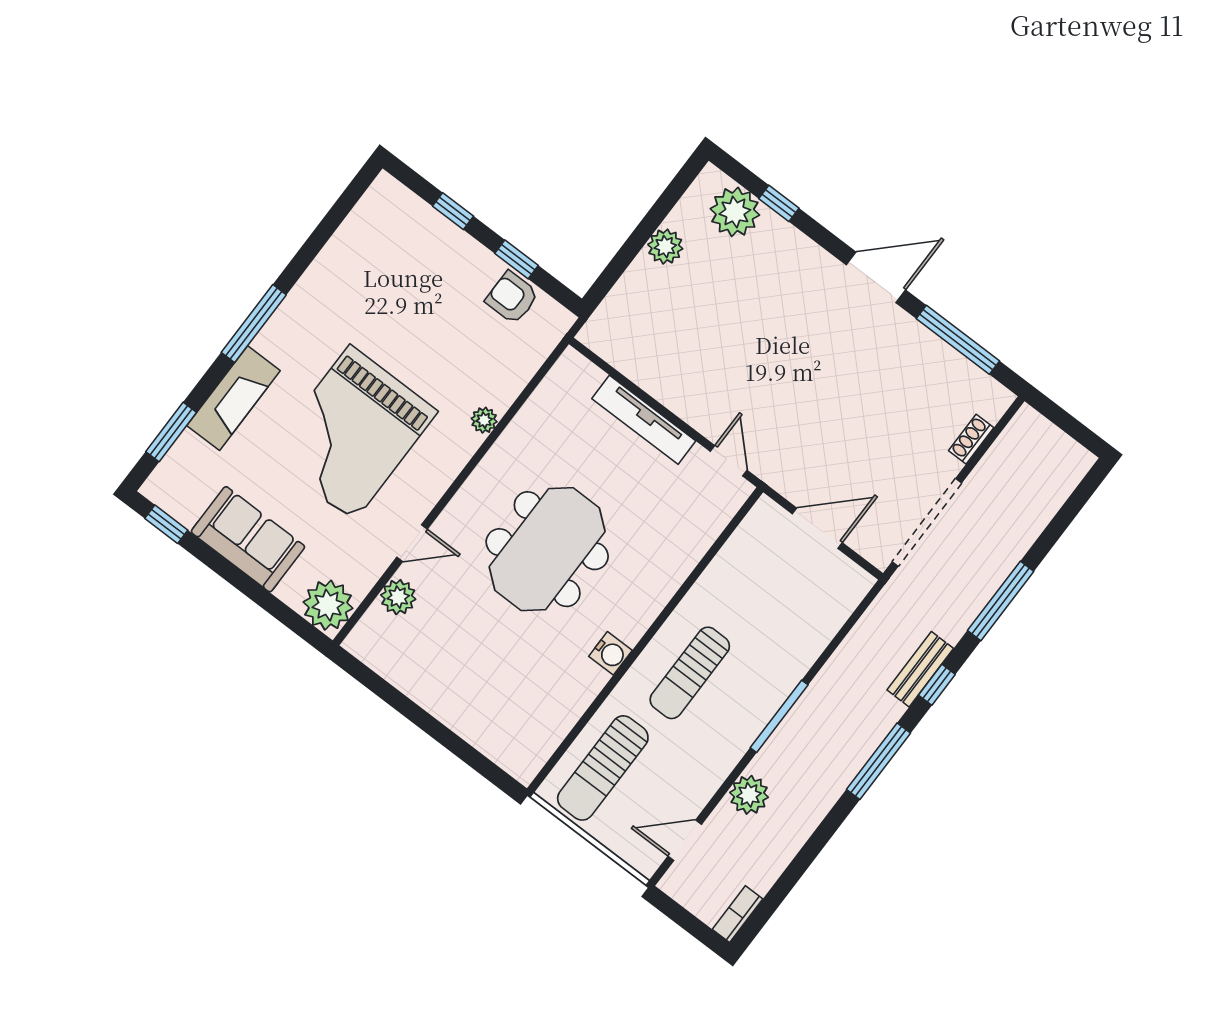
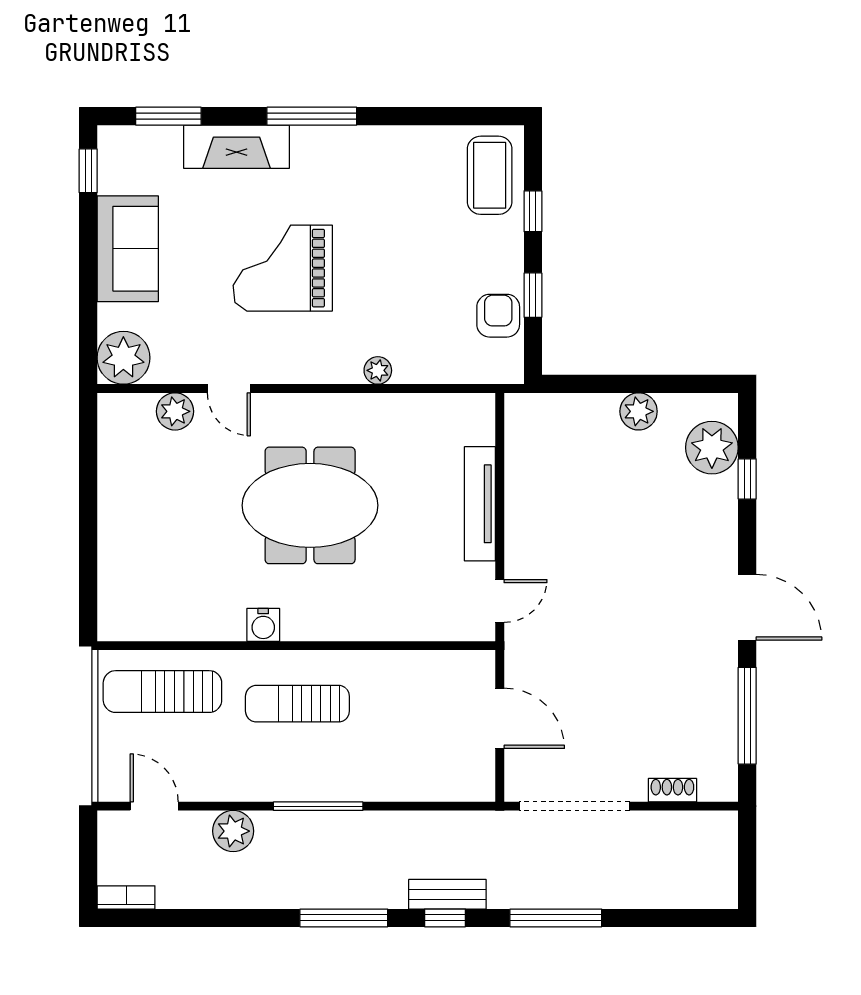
coffee table: (401, 223) -> (490, 175), added
grand piano: (352, 433) -> (283, 268), width x0.73, depth x0.68

